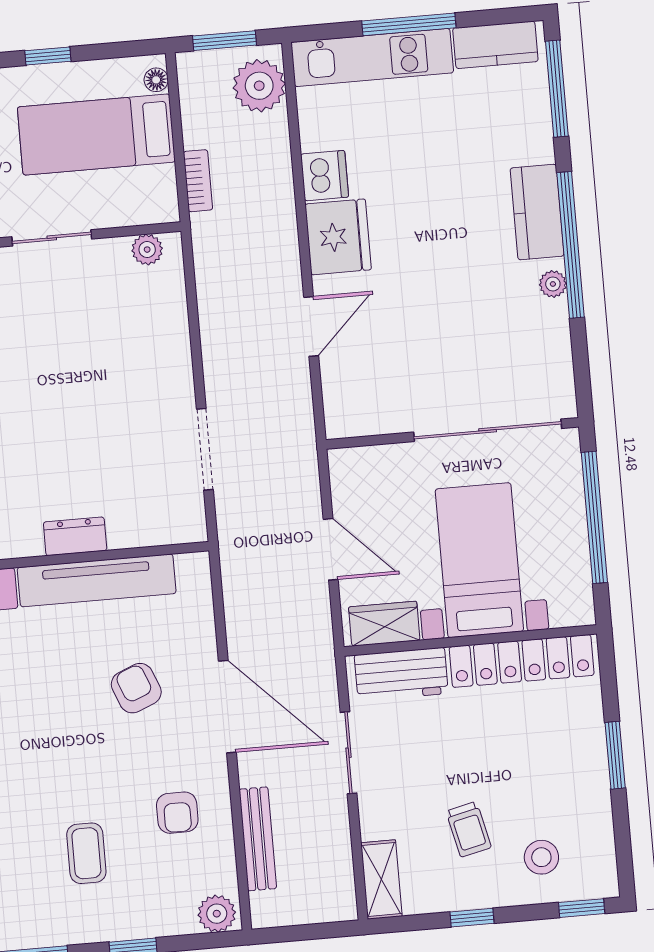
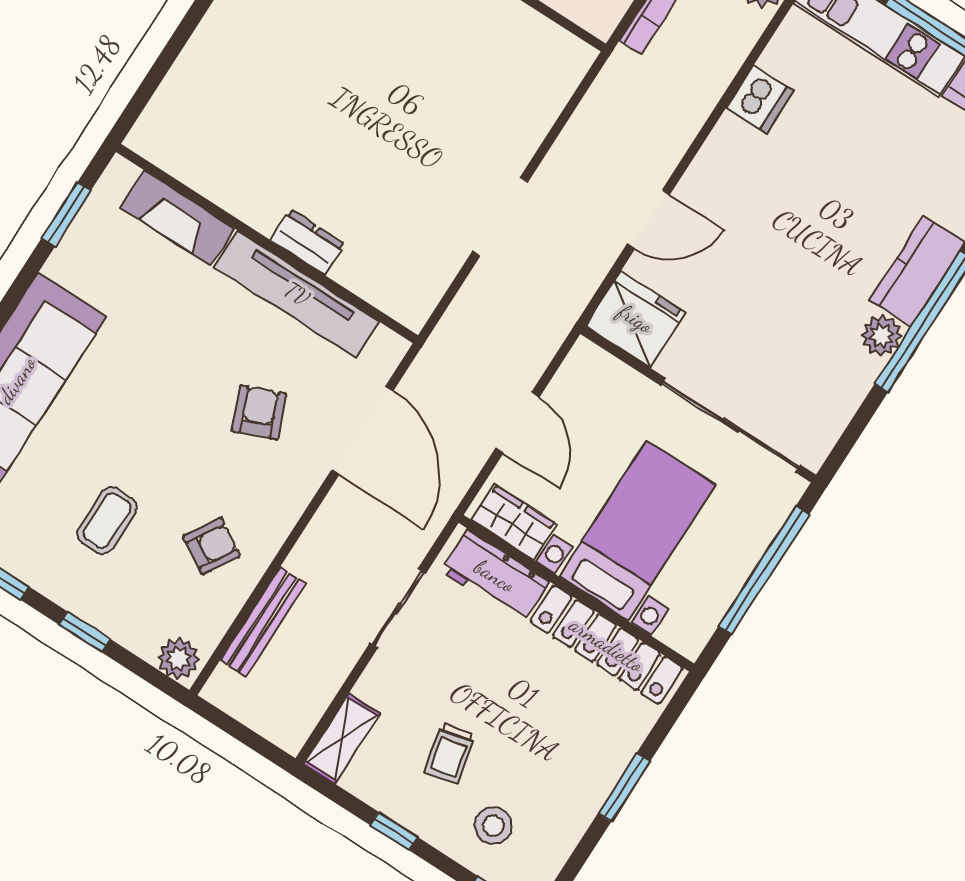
fridge: (338, 237) -> (636, 319), moved, turned -90
plant: (147, 250) -> (559, 45), removed
plant: (553, 284) -> (882, 336), width x1.38, depth x1.38
doorway: (205, 449) -> (500, 217), moved
door: (227, 707) -> (362, 430), moved
armchair: (177, 813) -> (212, 546), turned -149

